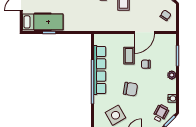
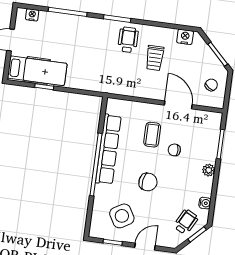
door: (144, 32) -> (178, 105), swing flipped

